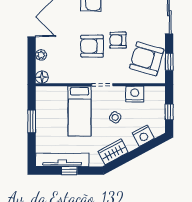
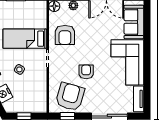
armchair: (92, 46) -> (65, 35), moved, turned 180
nightstand: (135, 94) -> (40, 86), removed

